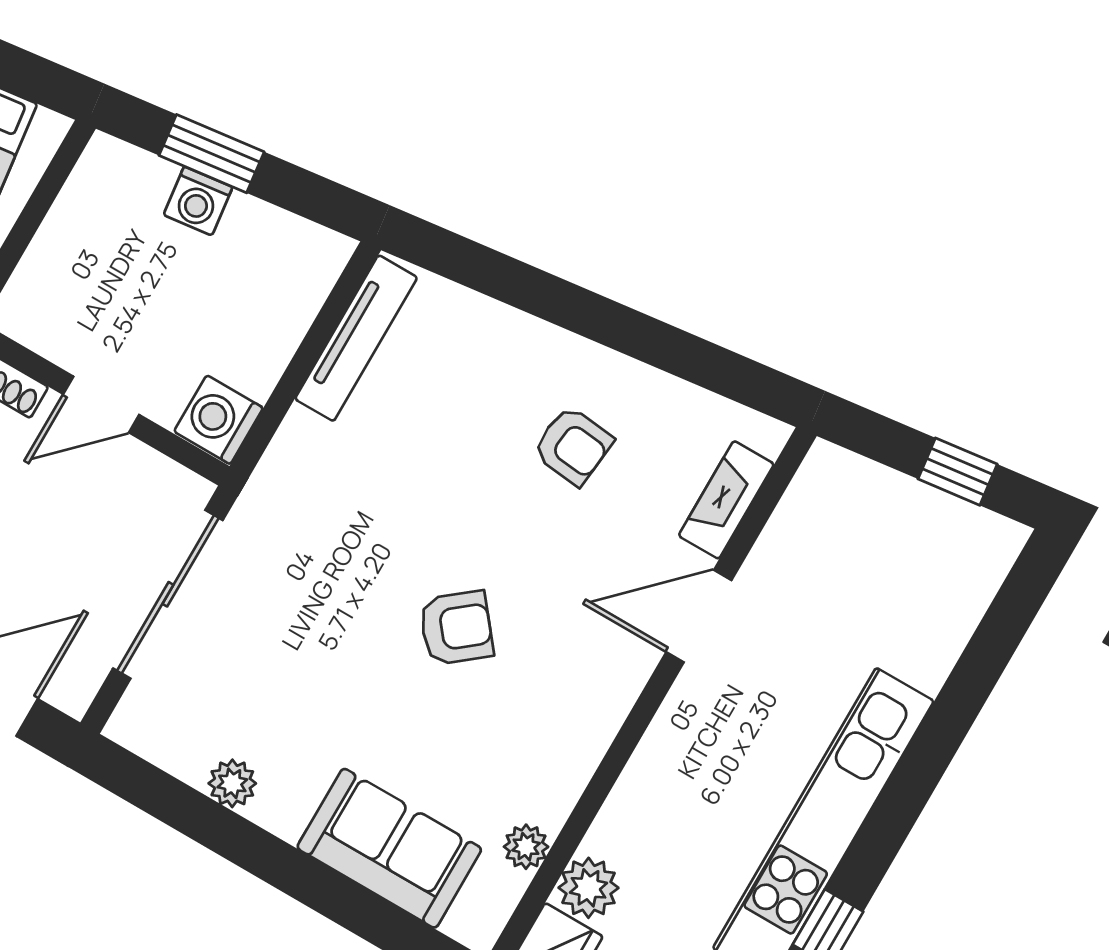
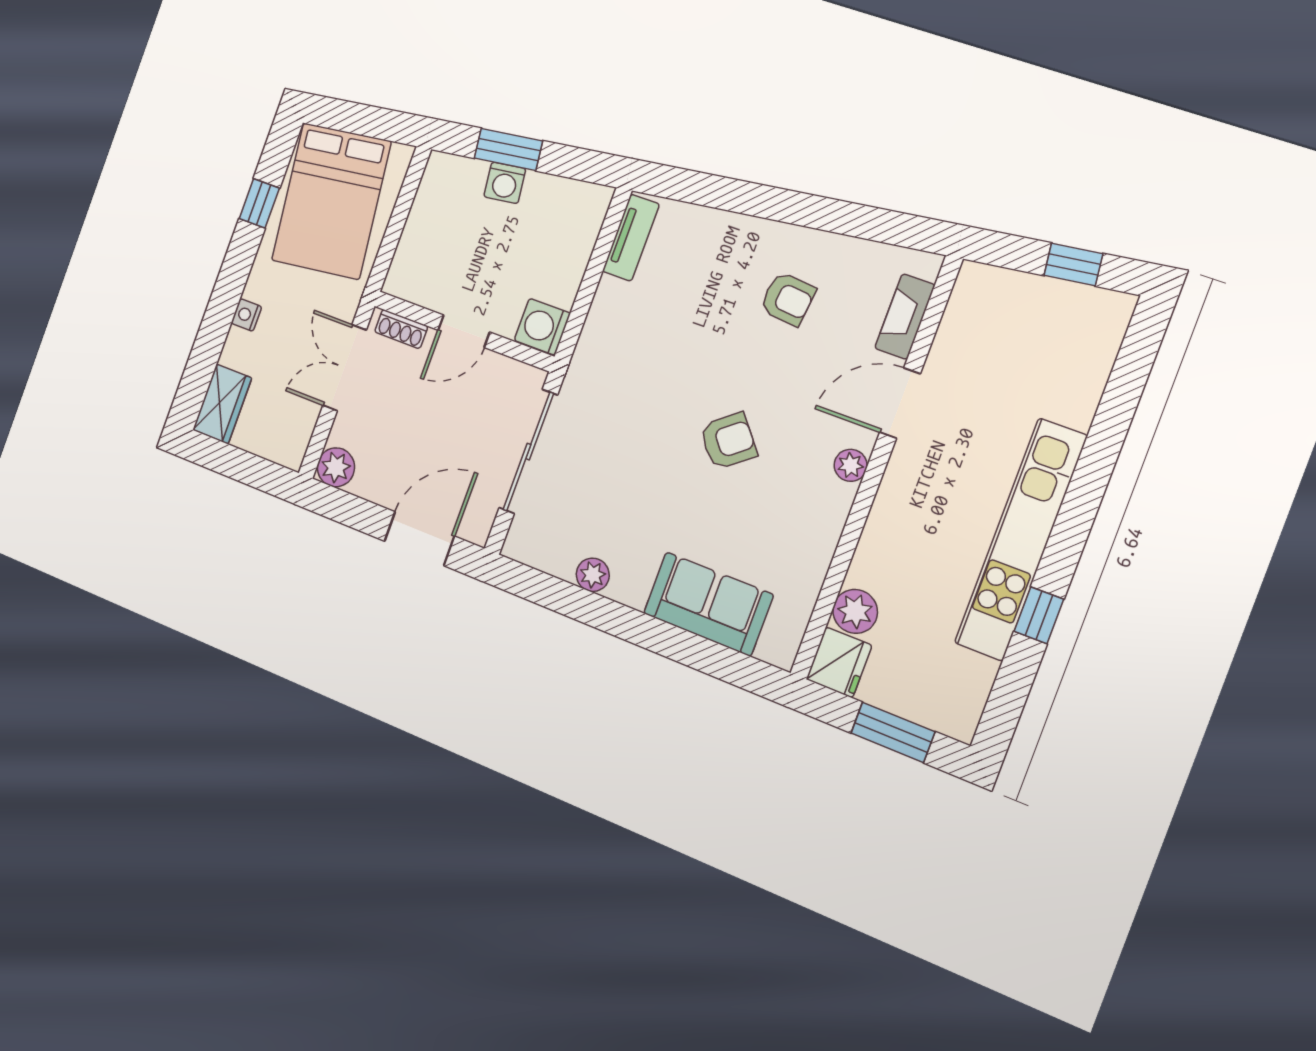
tv unit: (356, 338) -> (631, 238), width x0.71
plant: (526, 847) -> (851, 465), moved

